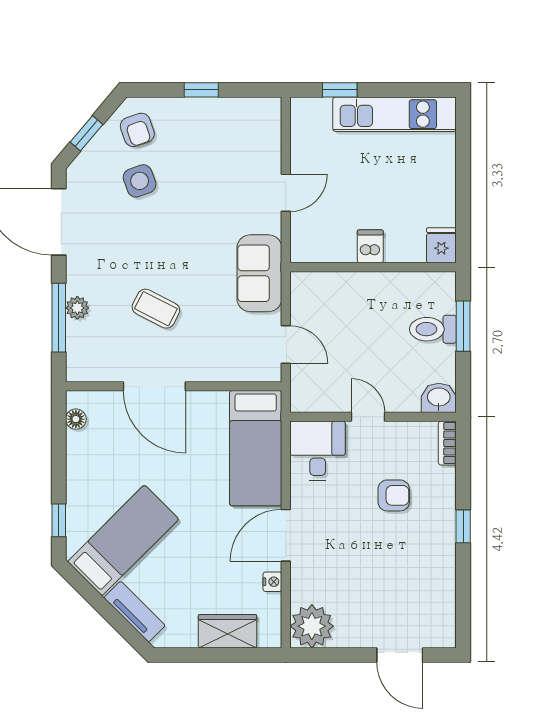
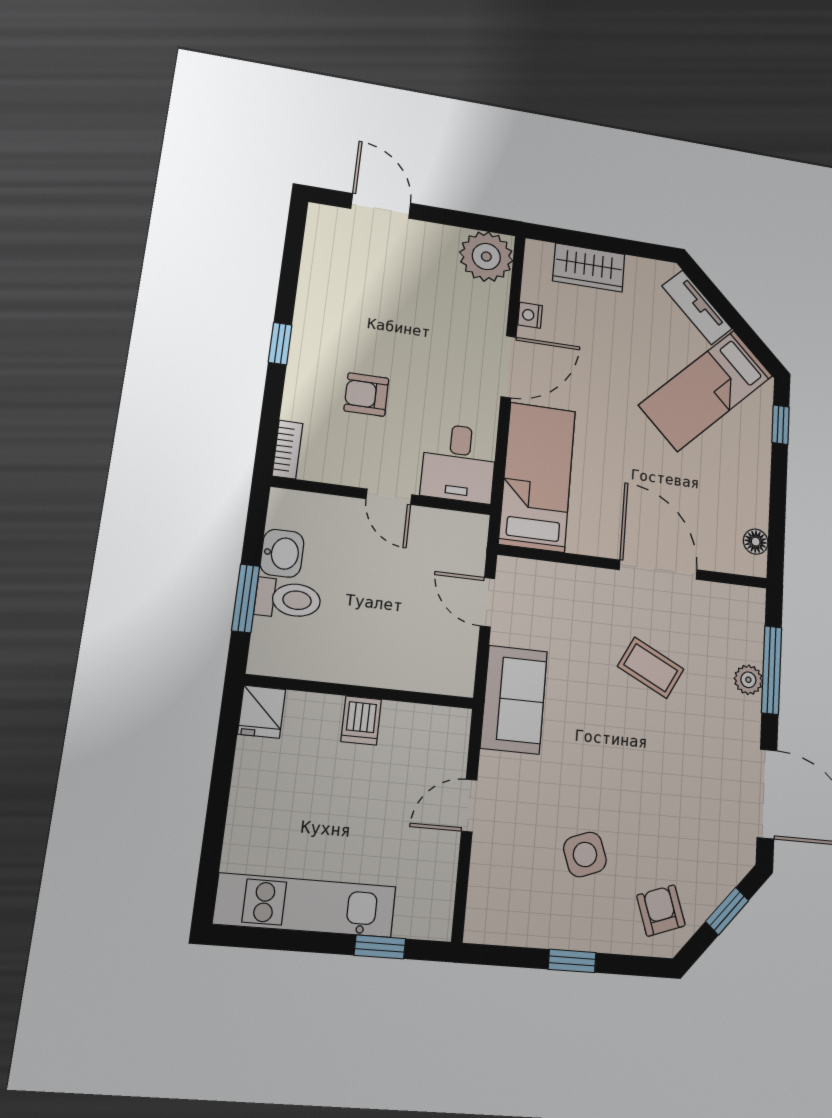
side table: (140, 181) -> (585, 854), moved
washbasin: (439, 398) -> (282, 553), moved, turned -90

